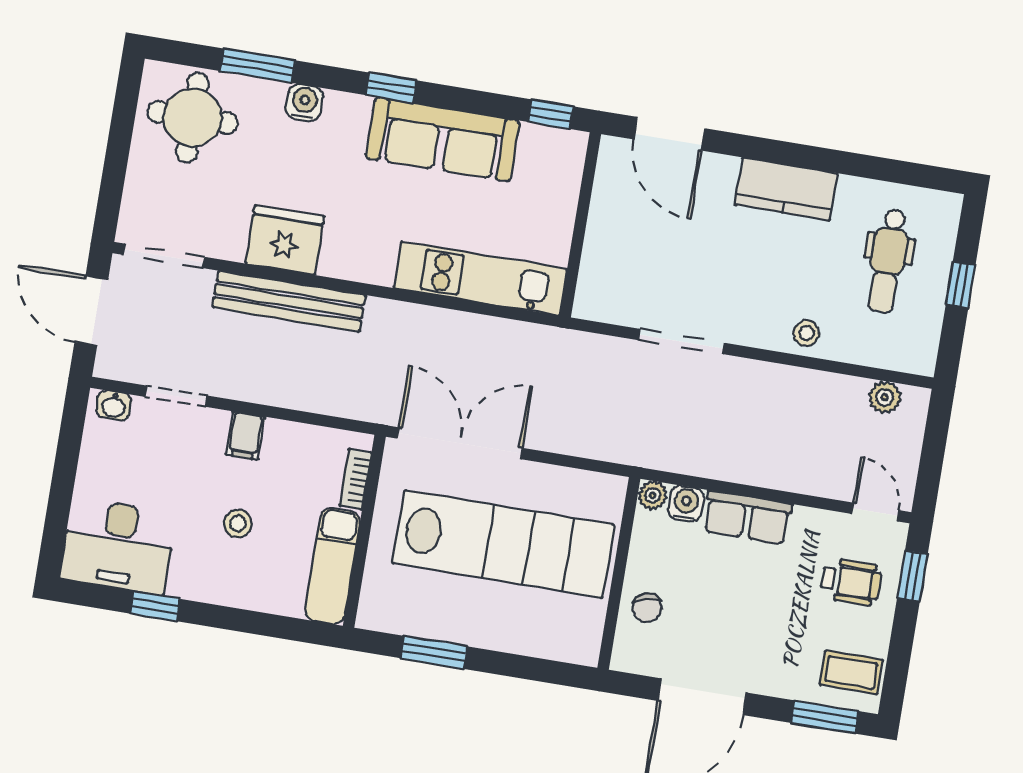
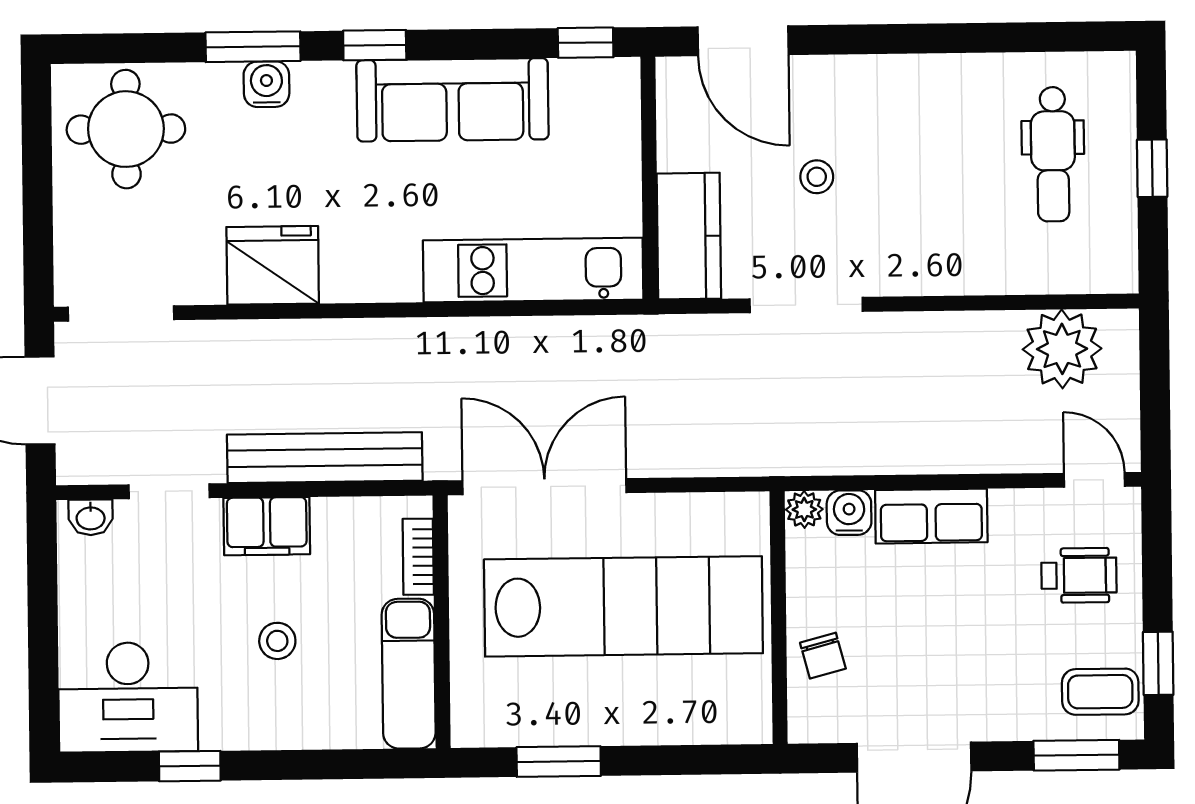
window: (258, 66) -> (253, 47), moved
kitchen counter: (786, 189) -> (689, 236), moved, turned -90
bench: (289, 301) -> (325, 458), moved
stool: (806, 333) -> (817, 177), moved
plant: (885, 397) -> (1062, 349), width x1.88, depth x1.88
filing cabinet: (245, 436) -> (267, 526), width x2.00
window: (912, 576) -> (1158, 663), moved

